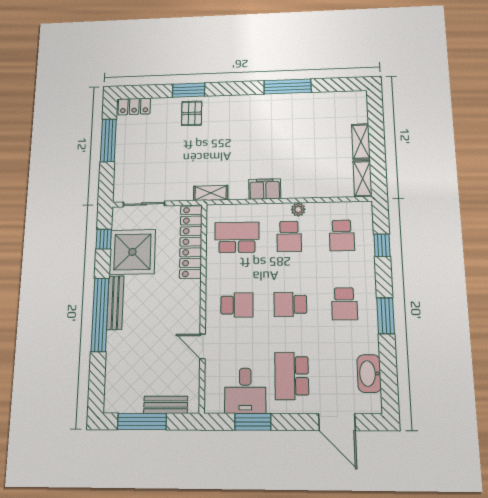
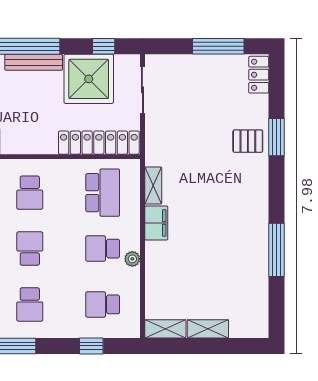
shelving: (211, 193) -> (153, 185), moved
school desk: (344, 304) -> (30, 304), turned -90

